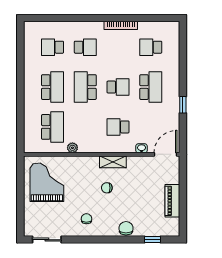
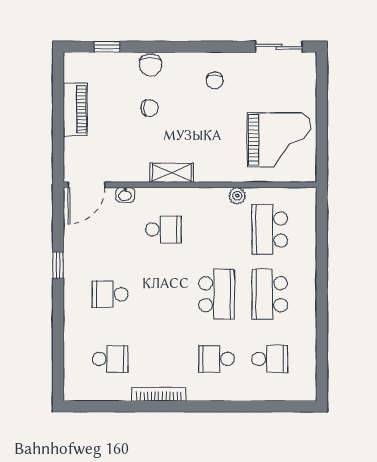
school desk: (118, 87) -> (163, 294), removed
school desk: (151, 87) -> (110, 294), width x0.54
grand piano: (47, 182) -> (279, 140), turned -90
chair: (107, 188) -> (150, 108), moved

